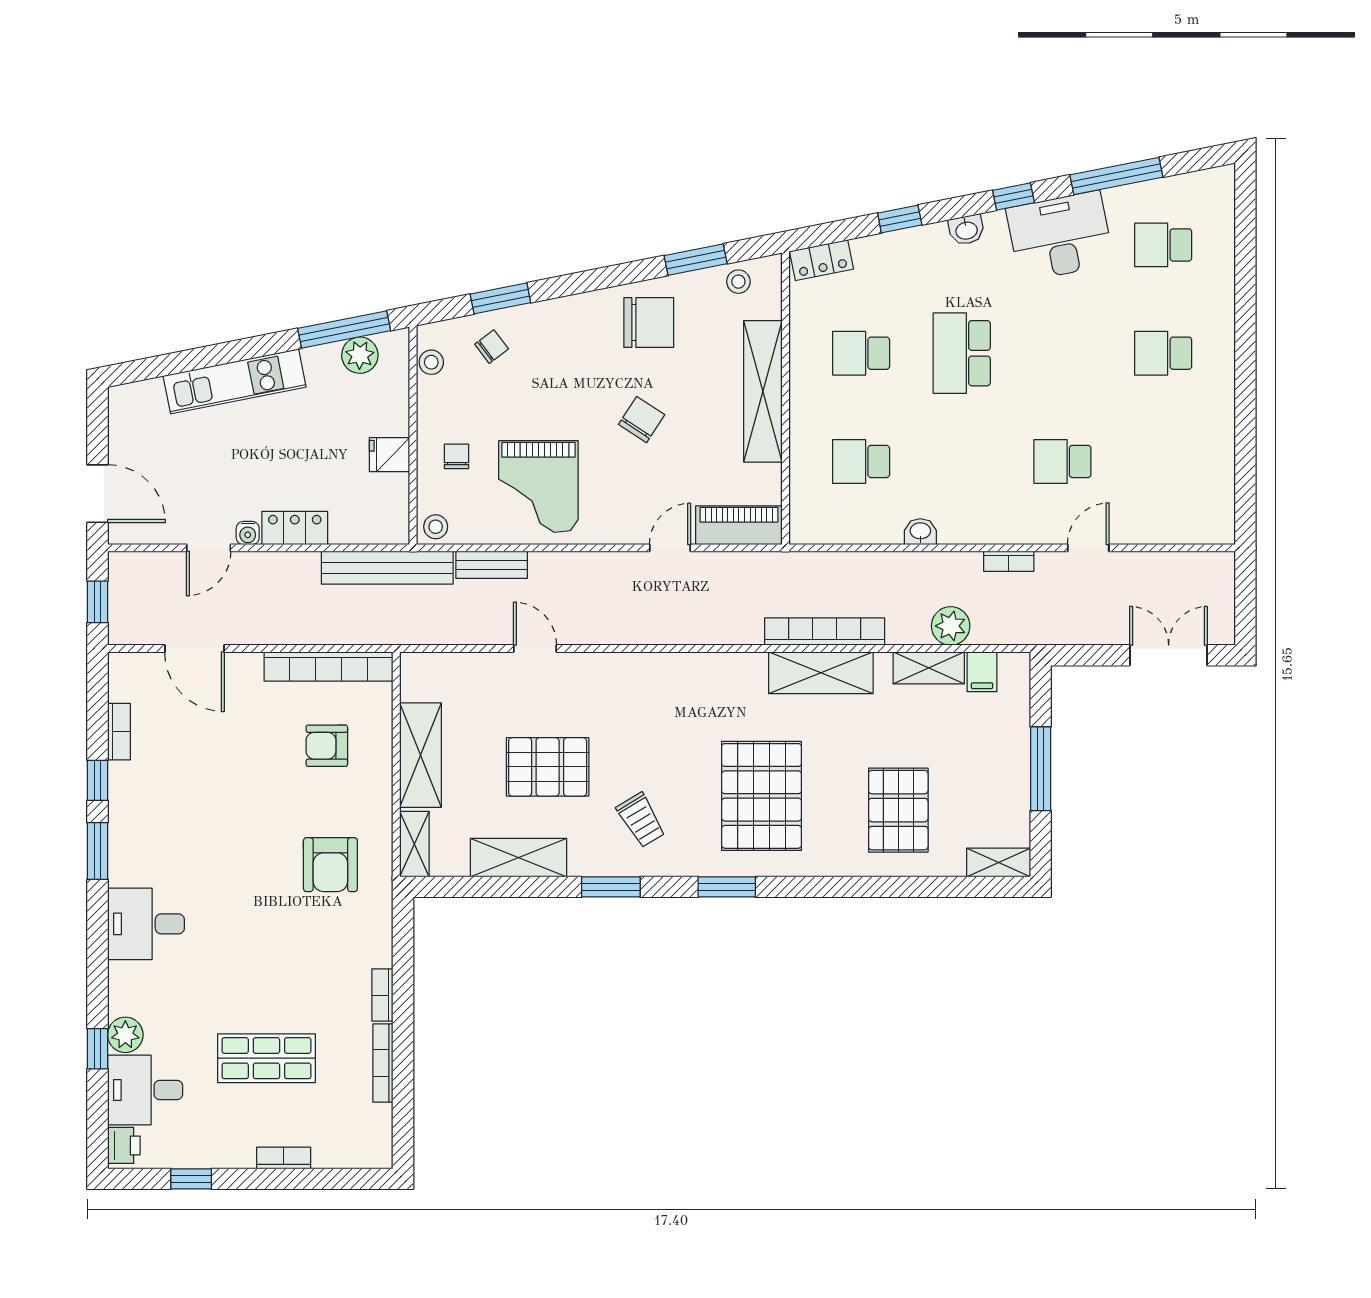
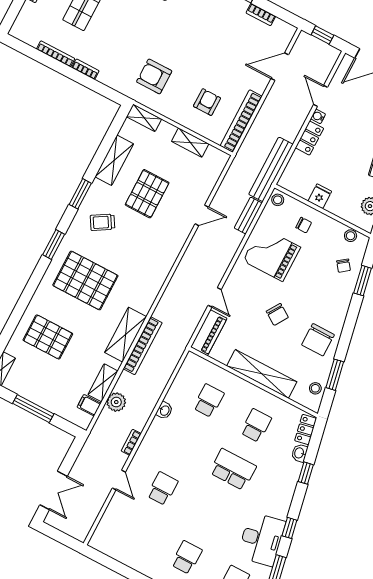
washbasin: (966, 230) -> (299, 453), moved
shelving: (420, 755) -> (190, 143), width x0.67, depth x0.75

